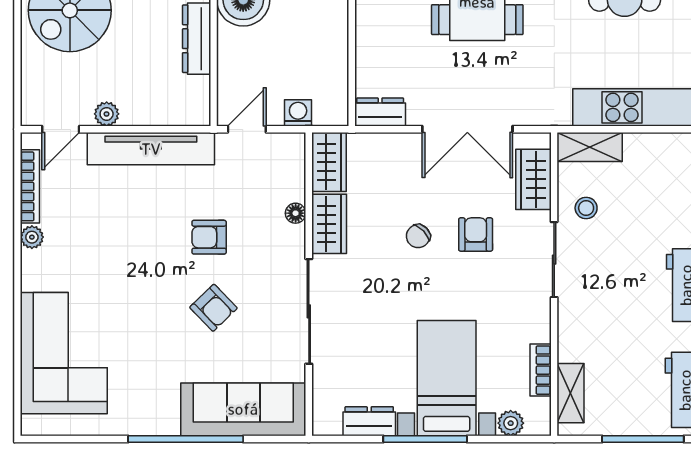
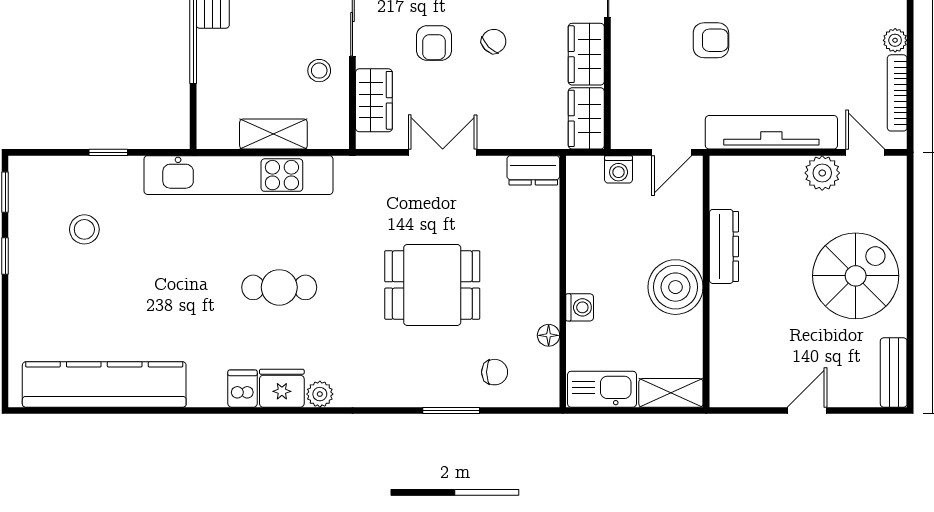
plant: (107, 114) -> (822, 173), width x1.38, depth x1.38
door: (61, 129) -> (865, 152), hinge flipped
double door: (467, 129) -> (443, 152), width x0.73
shelving: (590, 147) -> (273, 134), moved
floor lamp: (296, 213) -> (621, 65), removed

